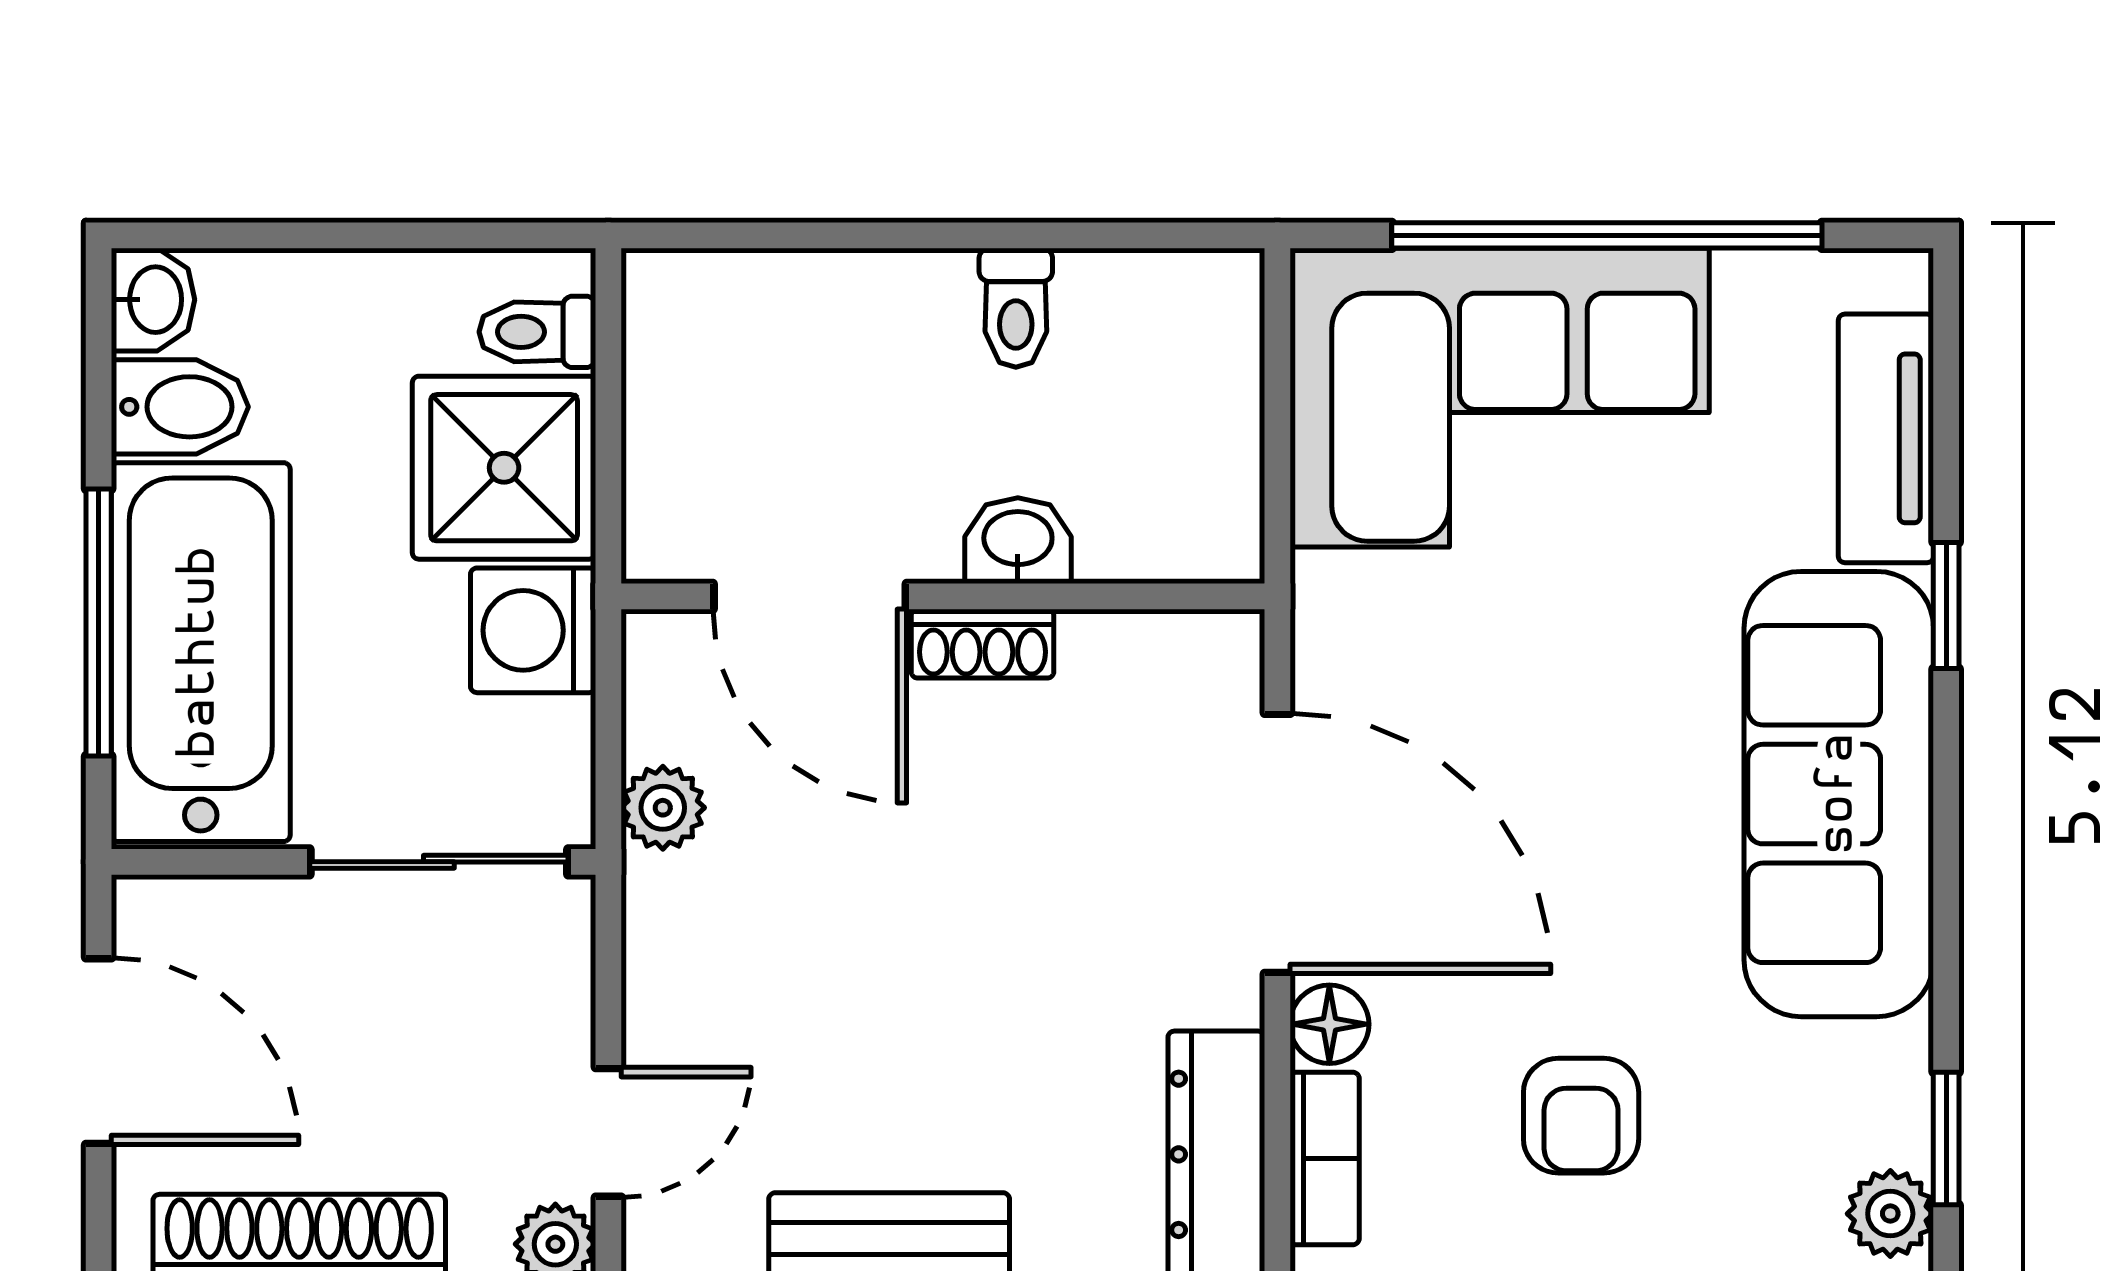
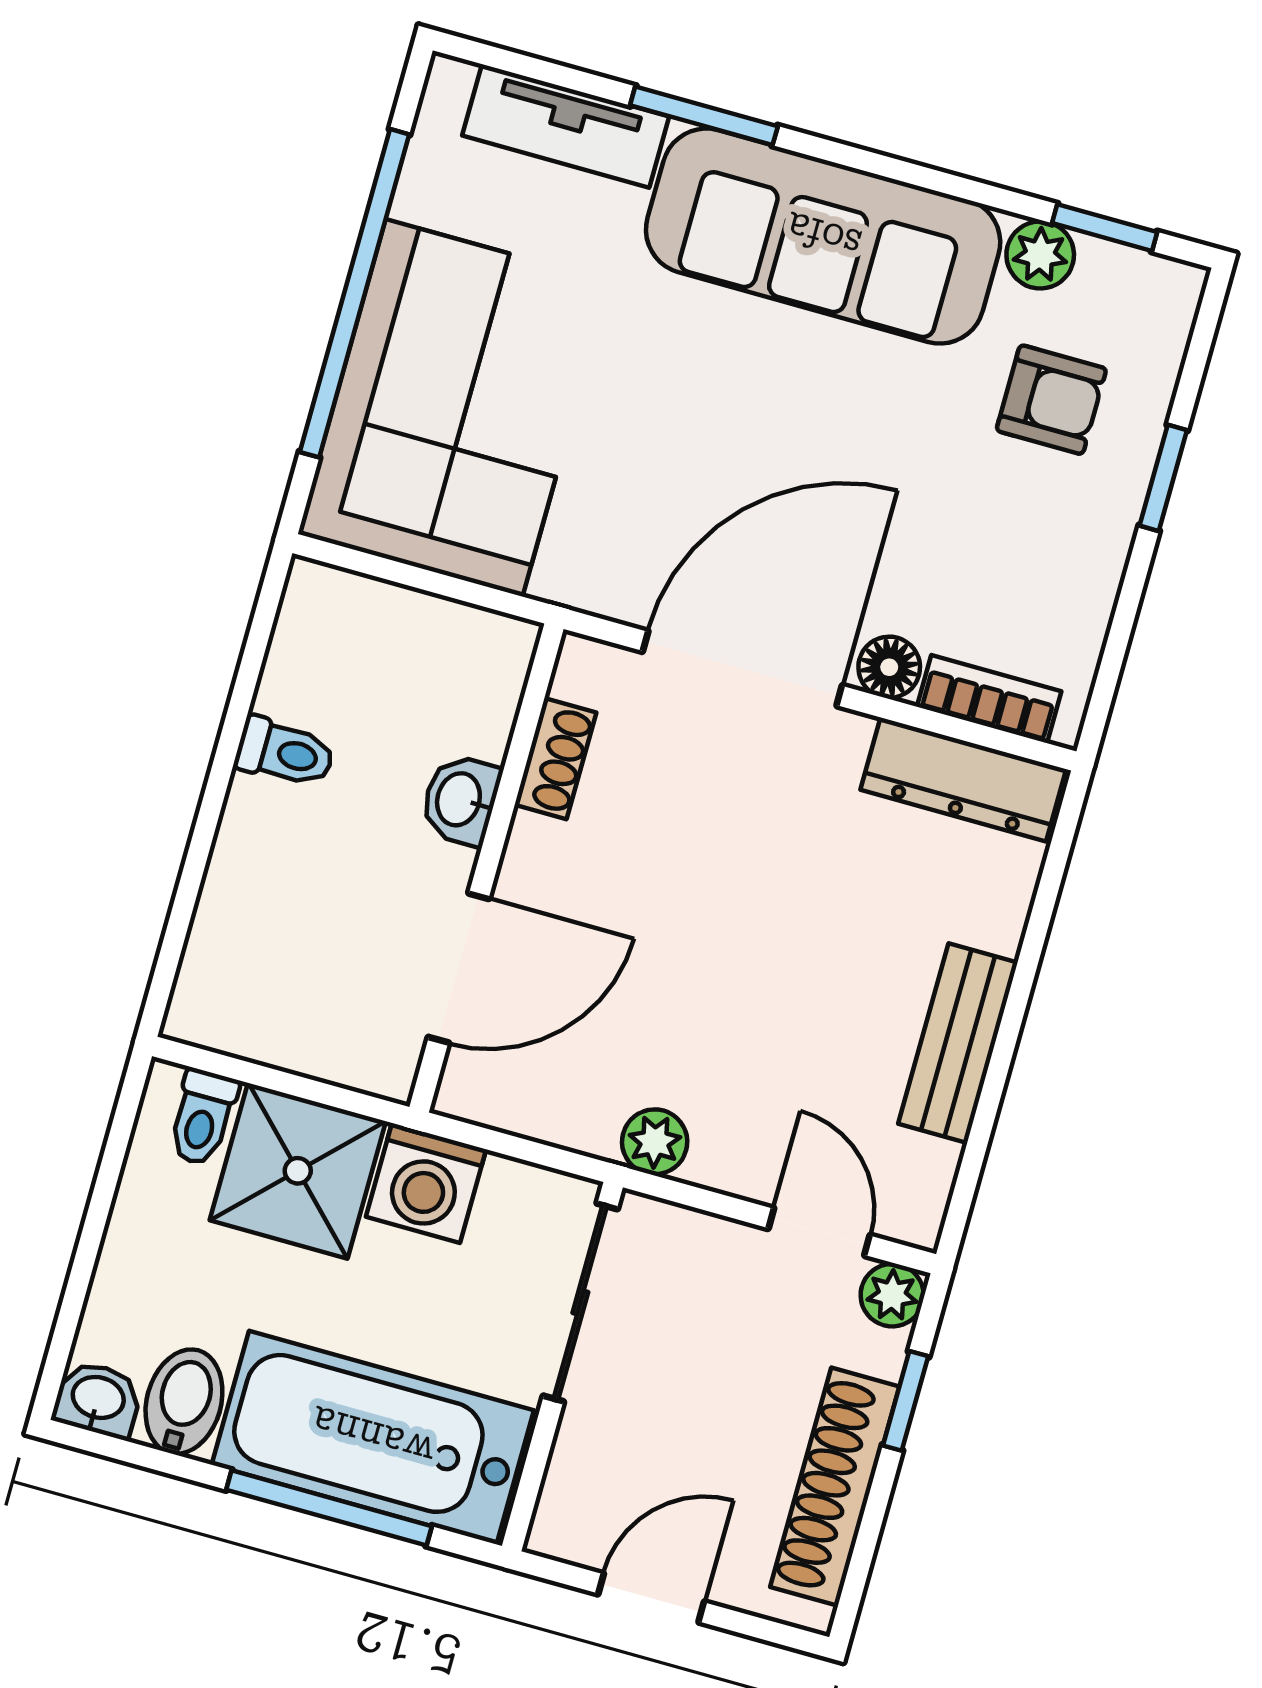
window: (1946, 605) -> (704, 116), width x1.50
shoe rack: (982, 644) -> (555, 759), moved
plant: (663, 808) -> (655, 1142), moved
door: (99, 1051) -> (651, 1598), width x0.73
armchair: (1581, 1116) -> (1051, 400), moved
plant: (1890, 1214) -> (1040, 255), moved

